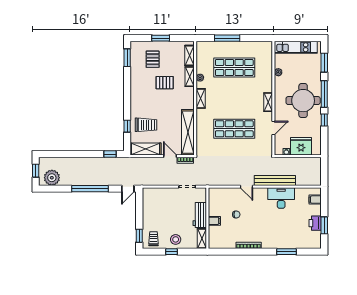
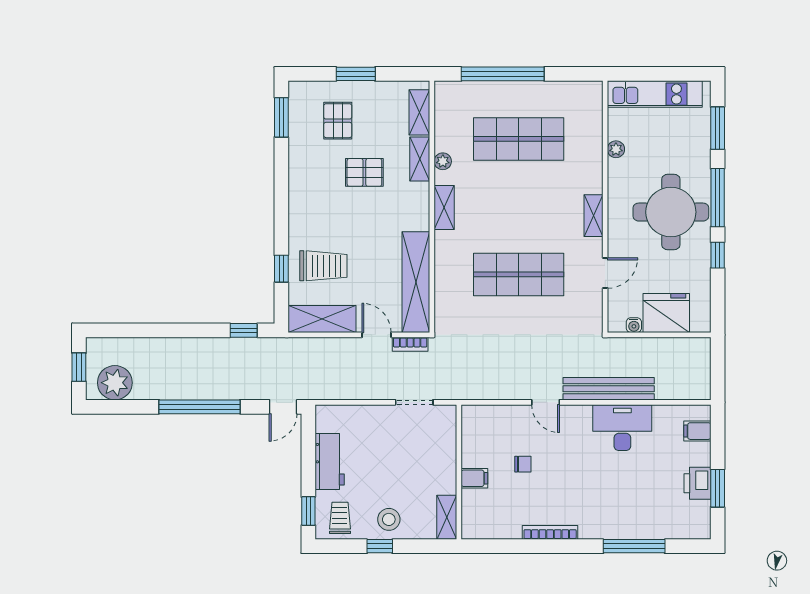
window: (227, 38) -> (503, 74), width x1.46
workbench: (200, 215) -> (330, 462), moved, turned 180
window: (286, 252) -> (634, 546), width x1.44

